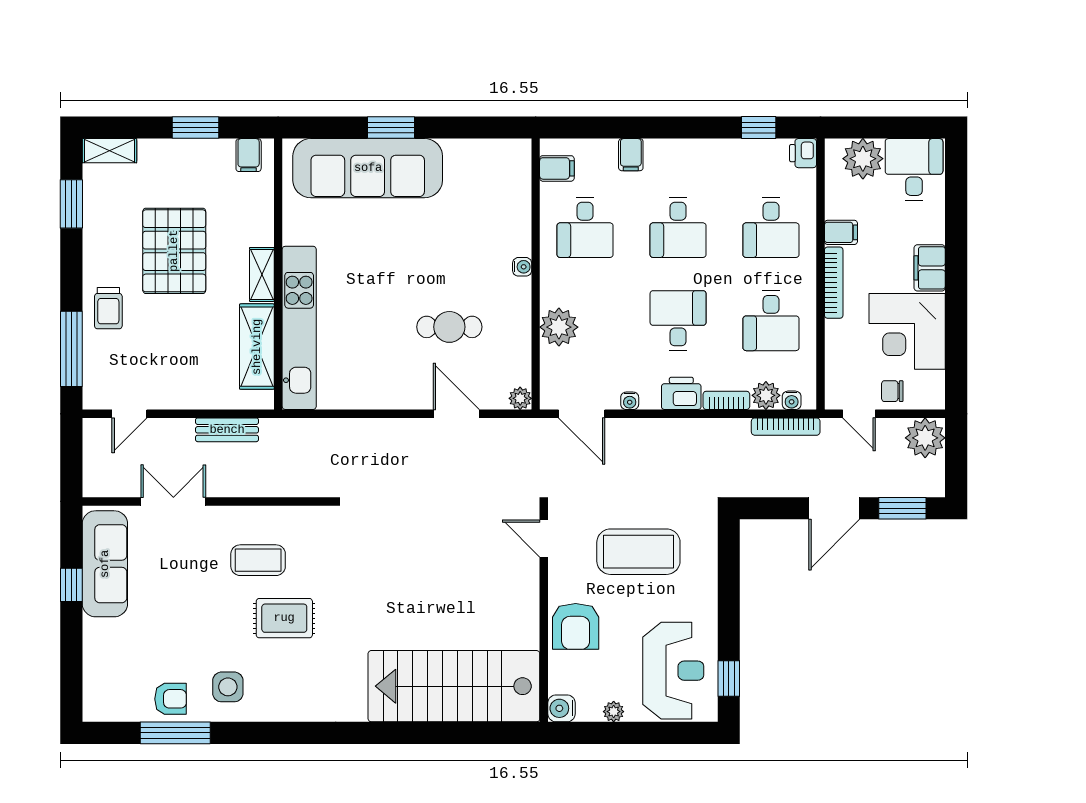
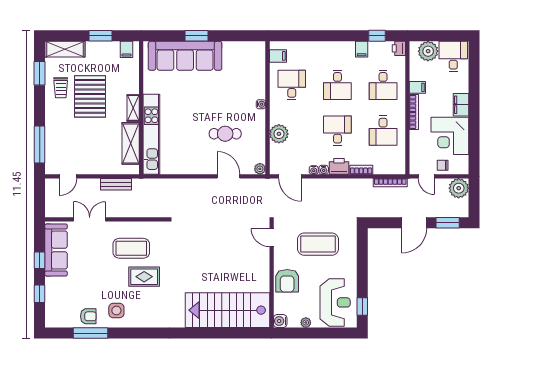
shelving: (109, 151) -> (65, 49), width x1.50, depth x1.33
filing cabinet: (631, 155) -> (362, 49), moved
desk: (585, 227) -> (292, 85), turned 180
trolley: (108, 308) -> (61, 88), moved
plant: (766, 395) -> (381, 167), removed
water cooler: (792, 400) -> (324, 170), moved
coffee table: (258, 560) -> (131, 248), width x1.36, depth x1.32
window: (71, 653) -> (40, 294), added

